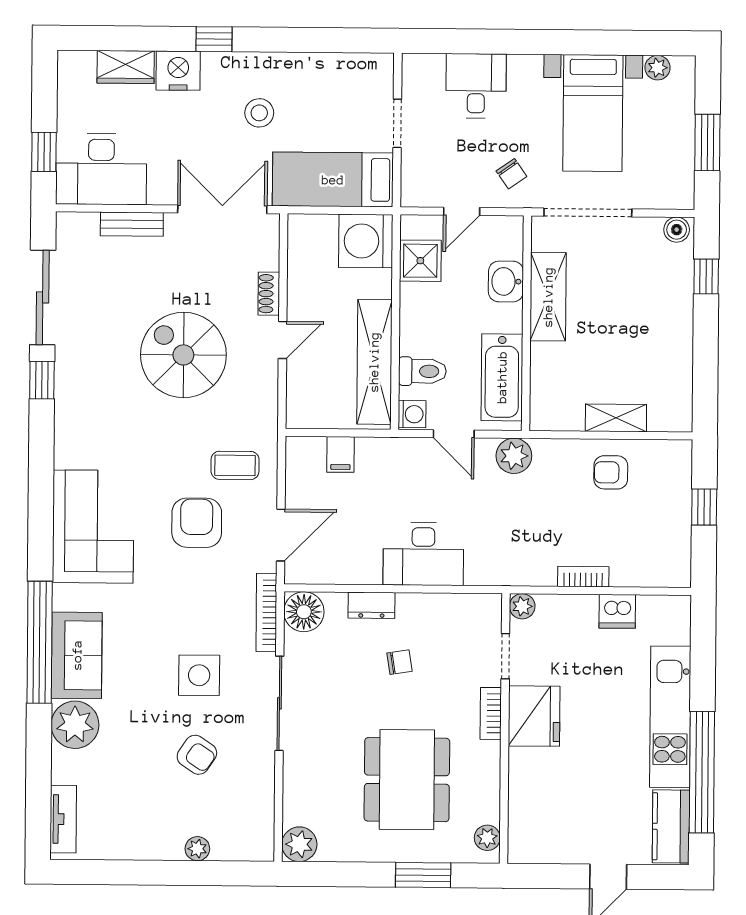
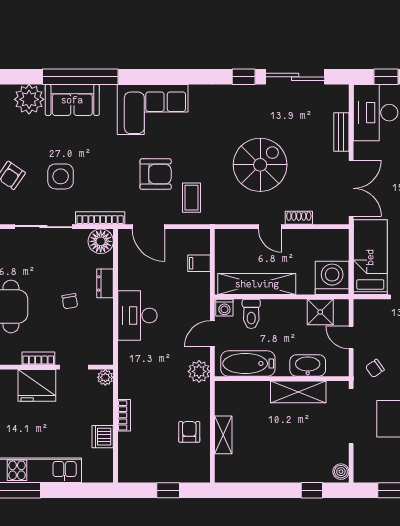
washbasin: (506, 281) -> (308, 365), width x1.38

